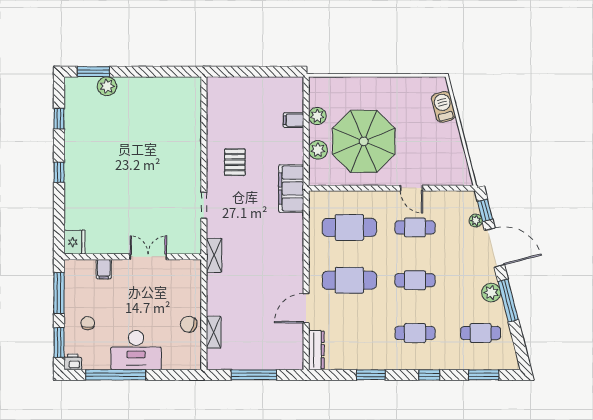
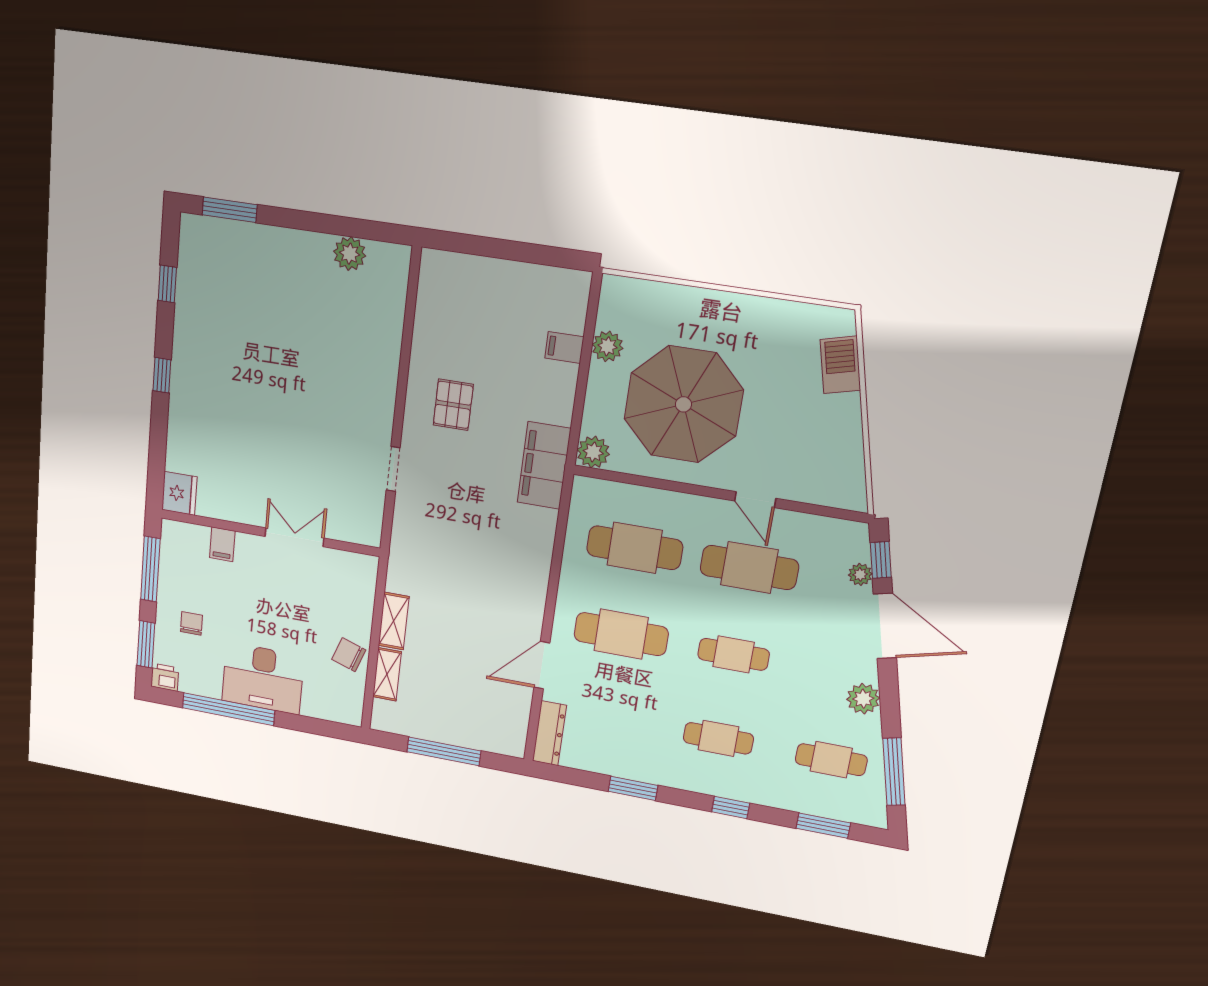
plant: (107, 86) -> (350, 254), moved
plant: (318, 150) -> (593, 452), moved
cafe table: (415, 227) -> (749, 567), width x1.37, depth x1.35
shelving: (214, 255) -> (394, 621), moved
window: (508, 301) -> (894, 772), moved

